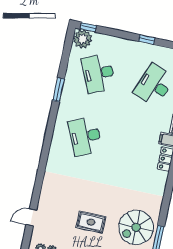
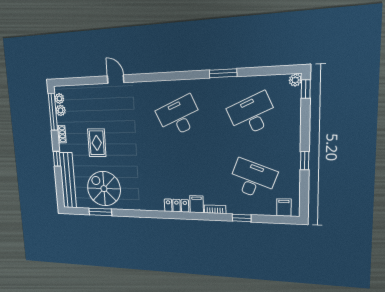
plant: (83, 39) -> (295, 80), width x0.53, depth x0.53
door: (31, 217) -> (116, 79), moved

